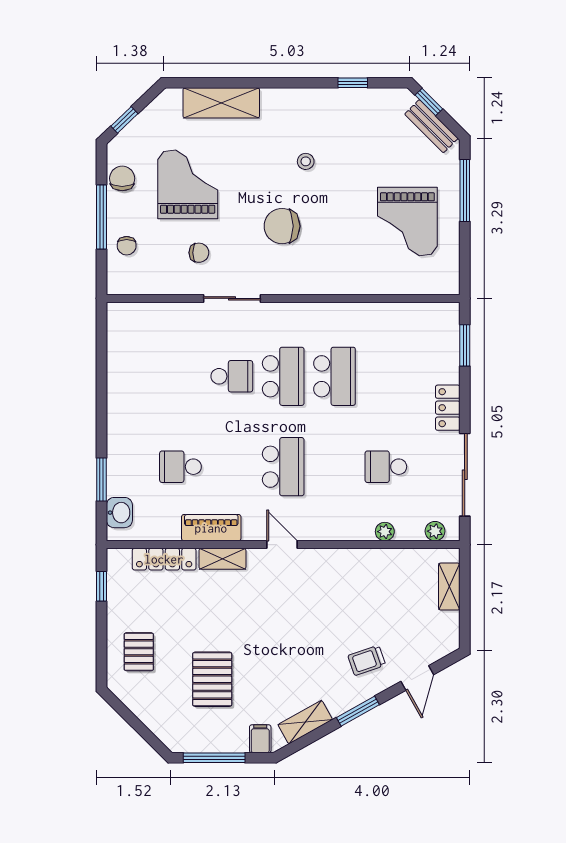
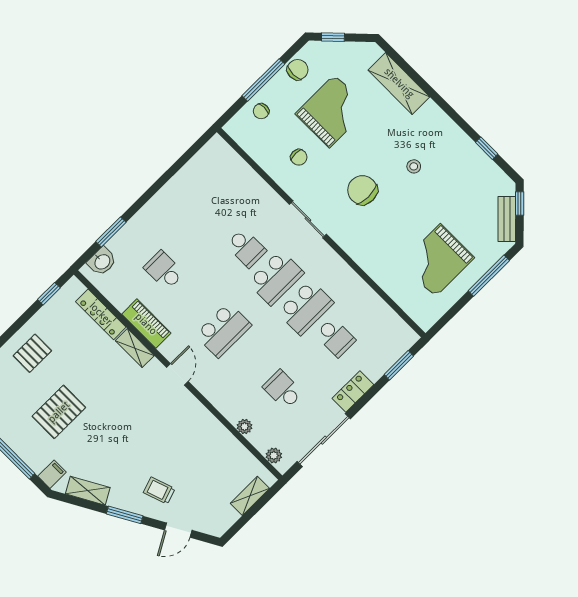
sliding door: (232, 298) -> (308, 219), moved
school desk: (386, 376) -> (335, 337), added

